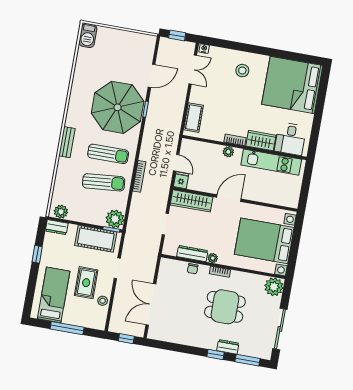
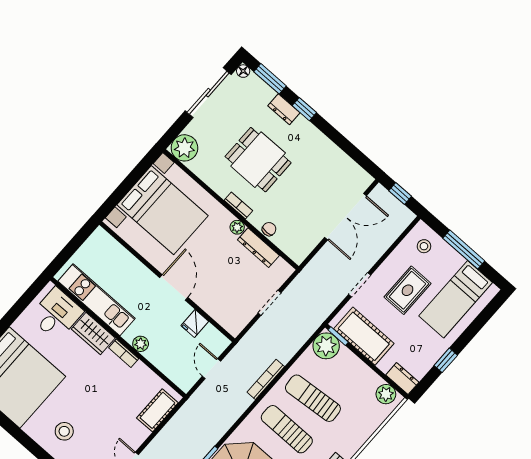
fridge: (181, 180) -> (195, 323), moved
door: (229, 198) -> (174, 288), swing flipped
wardrobe: (191, 201) -> (221, 311), removed
stool: (103, 301) -> (424, 246), moved
floor lamp: (267, 355) -> (243, 71), added

